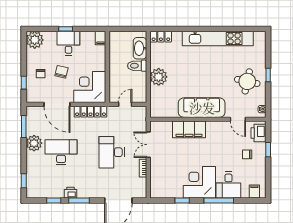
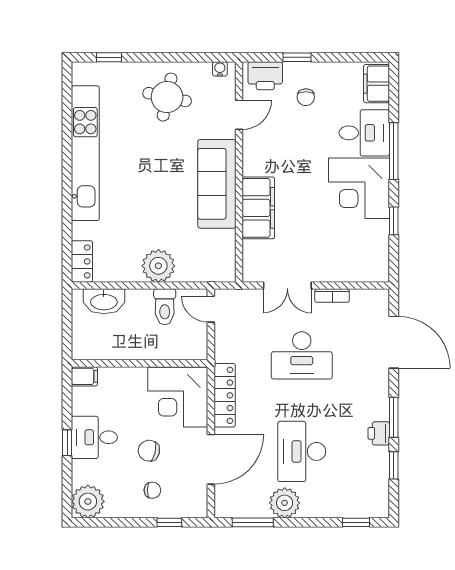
toilet: (137, 66) -> (165, 307), moved
window: (268, 75) -> (109, 57), moved
door: (125, 104) -> (211, 309), moved
filing cabinet: (254, 191) -> (377, 84), width x2.00

